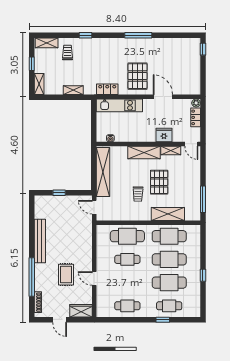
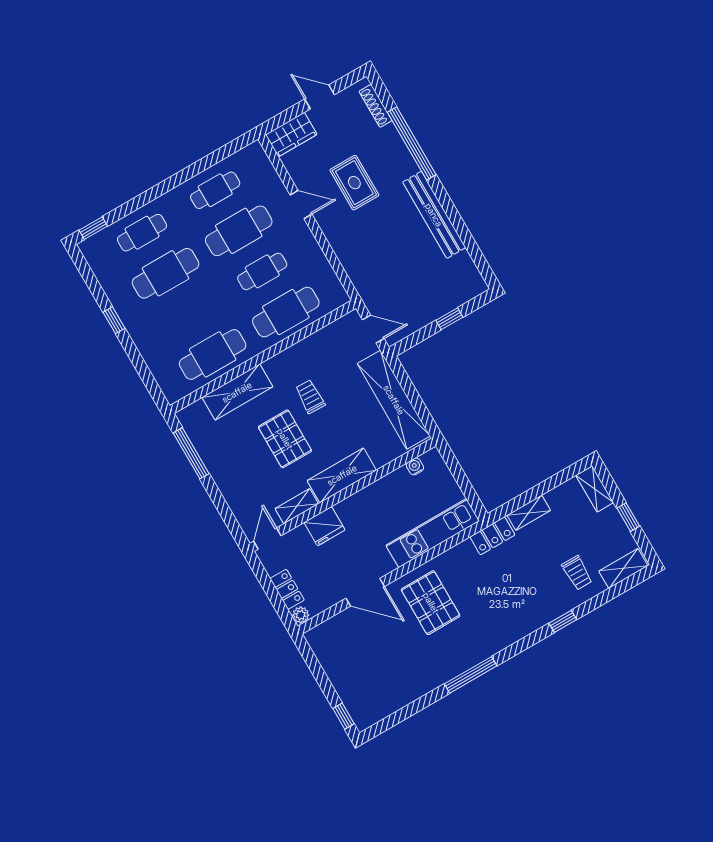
locker: (107, 89) -> (492, 536), moved
door: (191, 144) -> (267, 538), hinge flipped
cafe table: (169, 259) -> (239, 231), moved
window: (163, 320) -> (93, 228), moved

